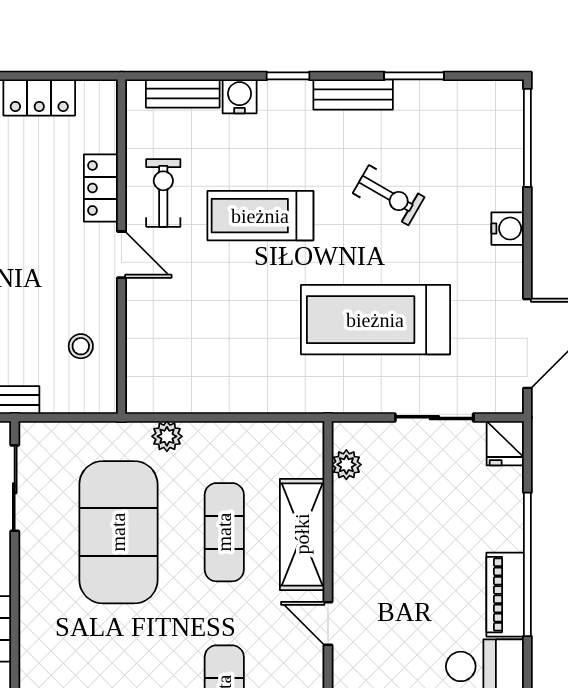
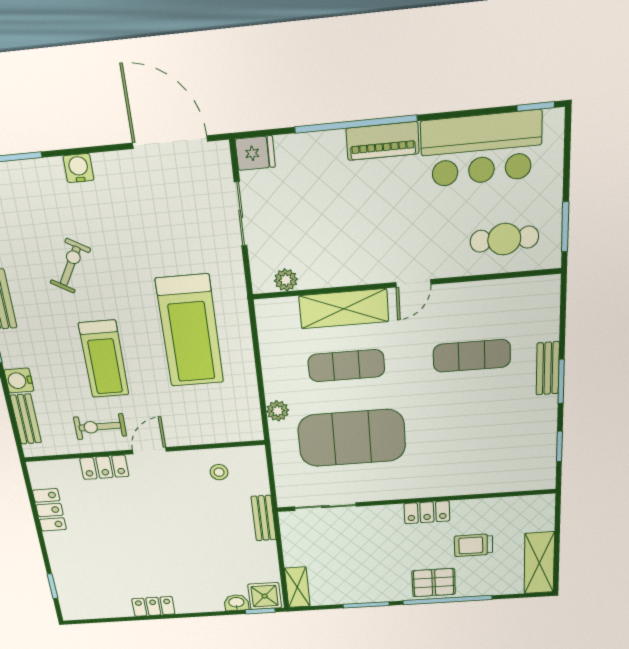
treadmill: (375, 320) -> (190, 331), moved

